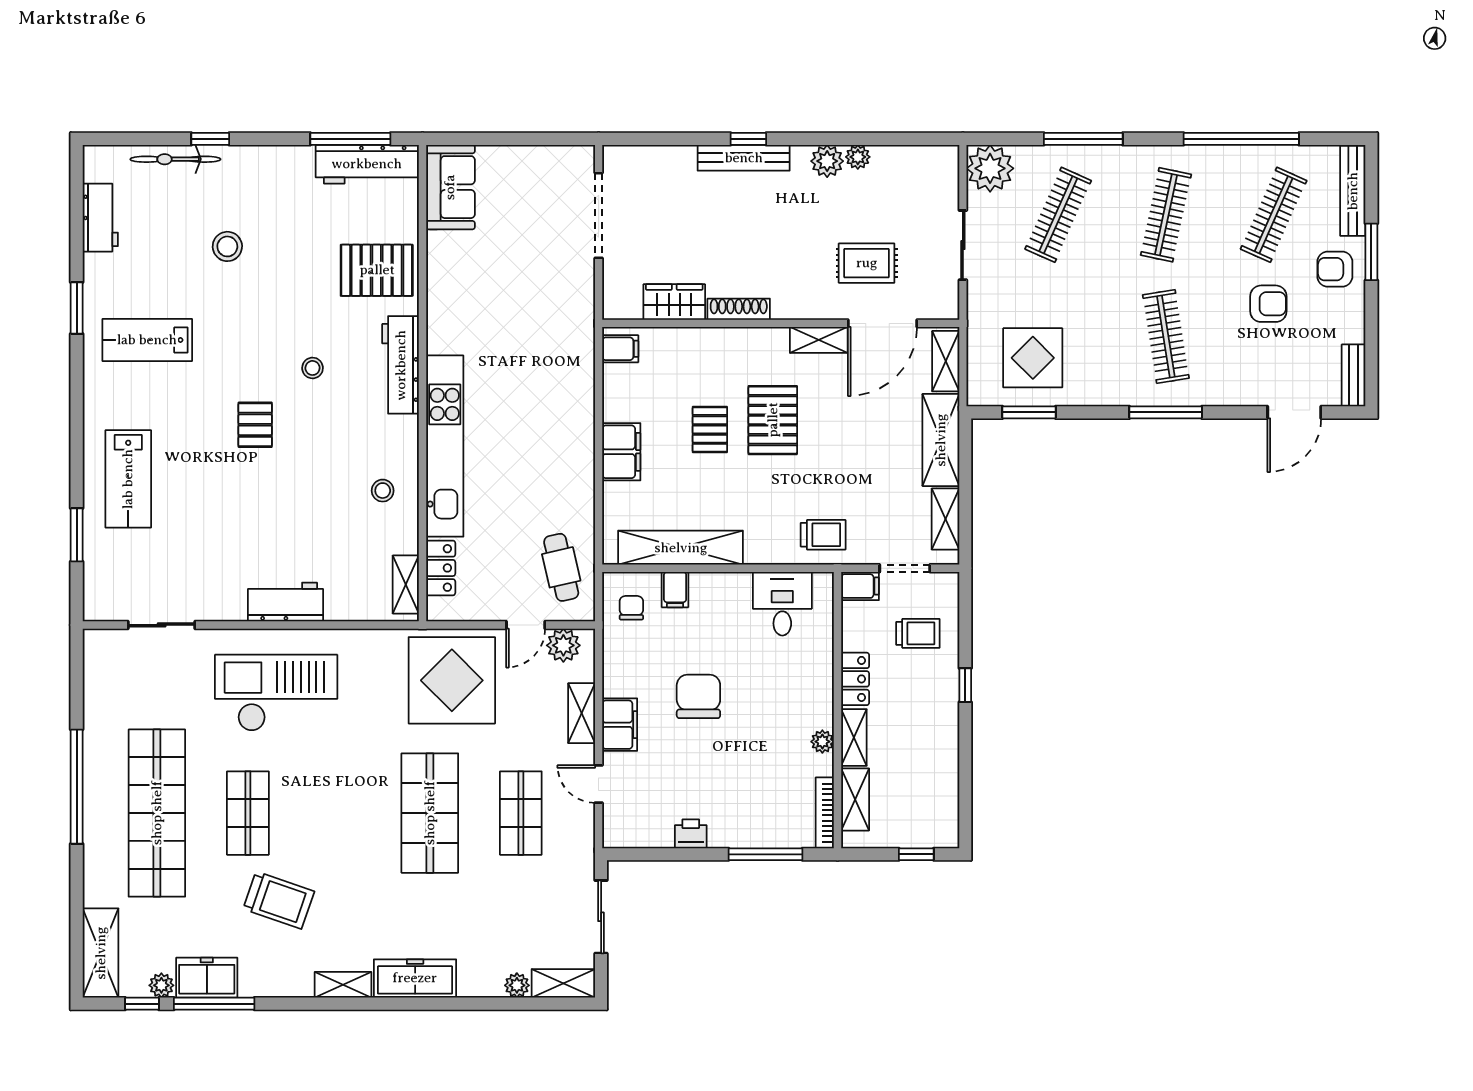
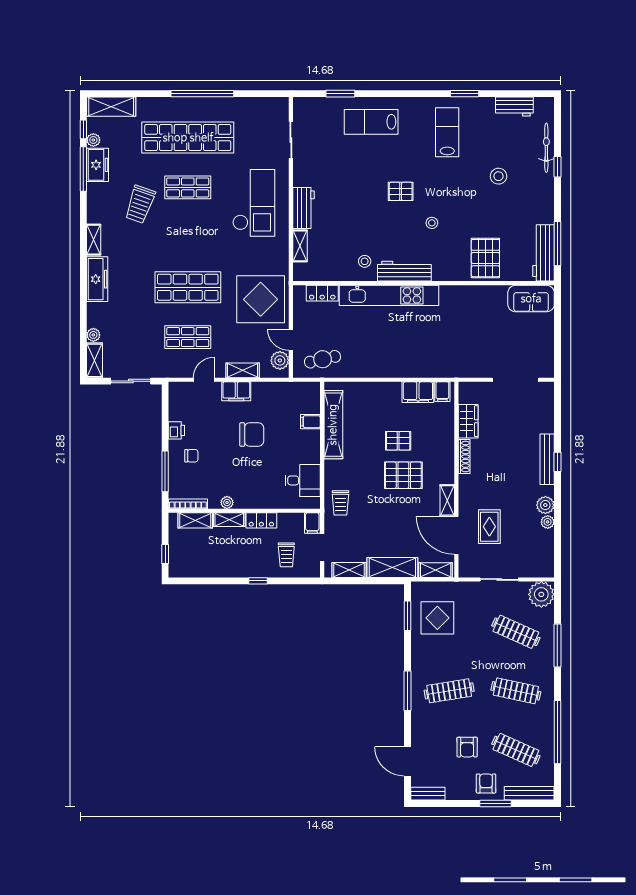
workbench: (401, 365) -> (404, 271), moved
filing cabinet: (621, 452) -> (418, 392), moved
shelving: (406, 584) -> (300, 246), moved, turned 90
chair: (631, 608) -> (191, 456), moved

